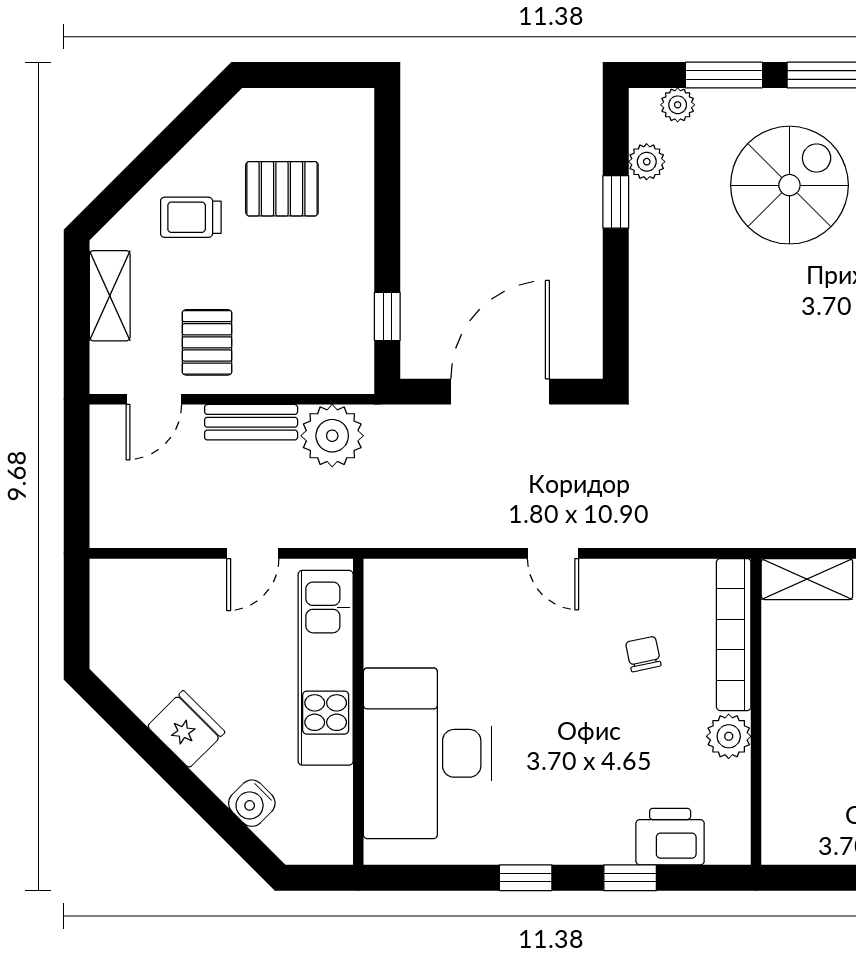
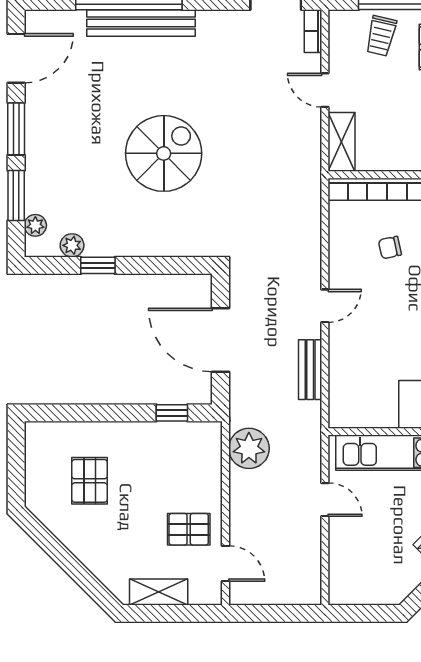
spiral stairs: (789, 185) -> (164, 153), moved, turned 90
trolley: (191, 217) -> (108, 540), removed
bench: (251, 422) -> (310, 370), moved

